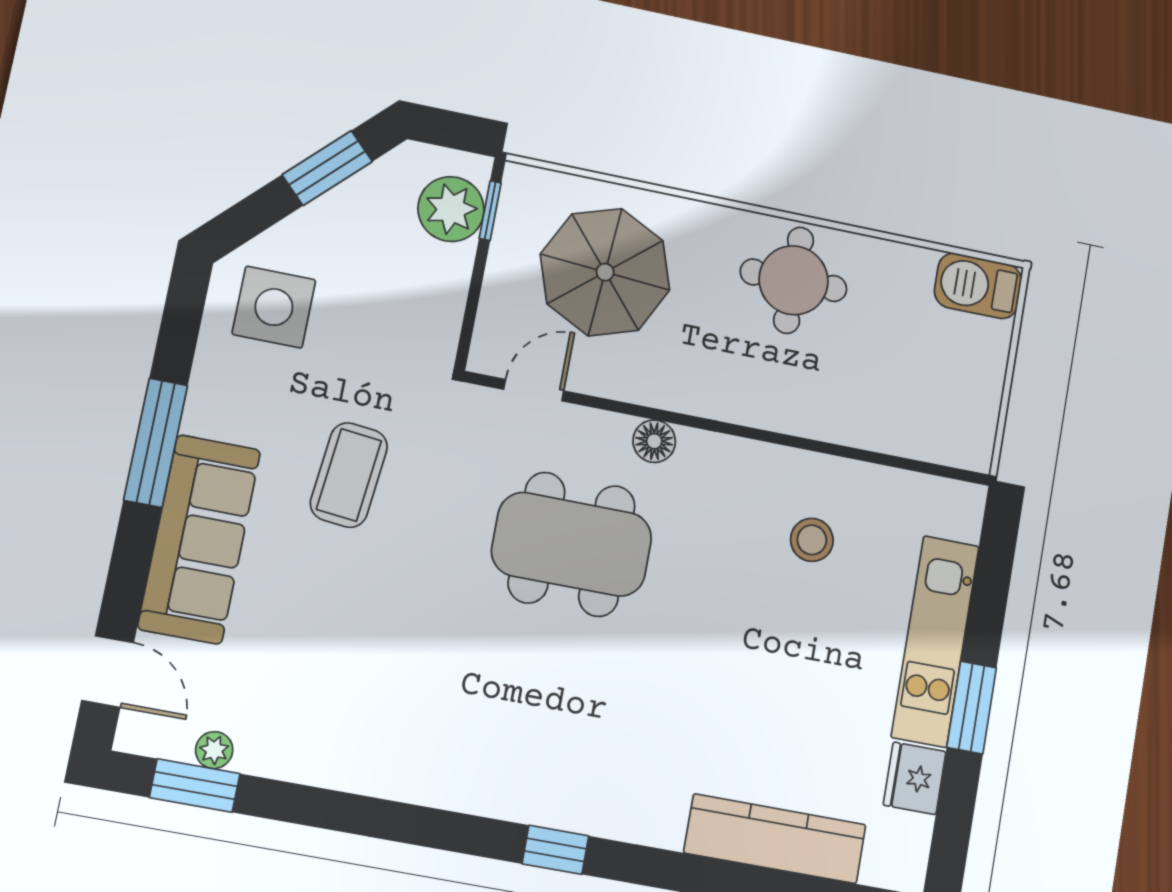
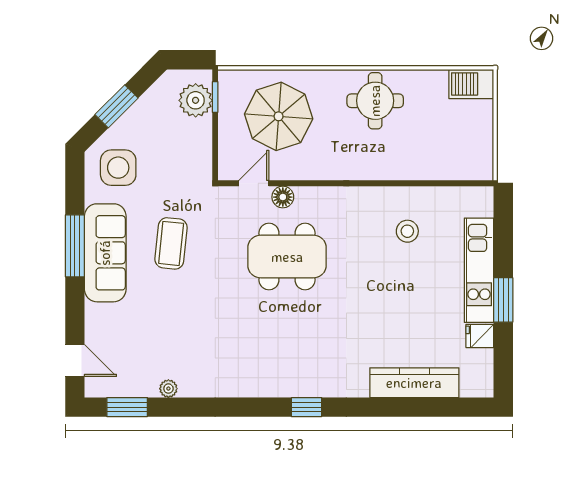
window: (327, 168) -> (117, 106), moved
floor lamp: (654, 441) -> (283, 197), moved
sofa: (199, 539) -> (105, 253), moved
plant: (214, 750) -> (168, 389), moved
fridge: (915, 778) -> (480, 336), width x0.72

